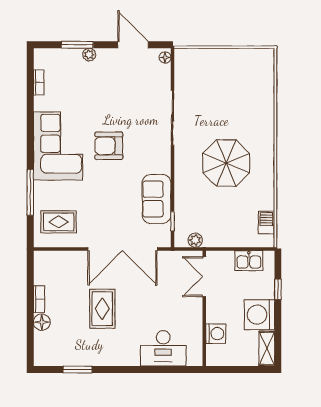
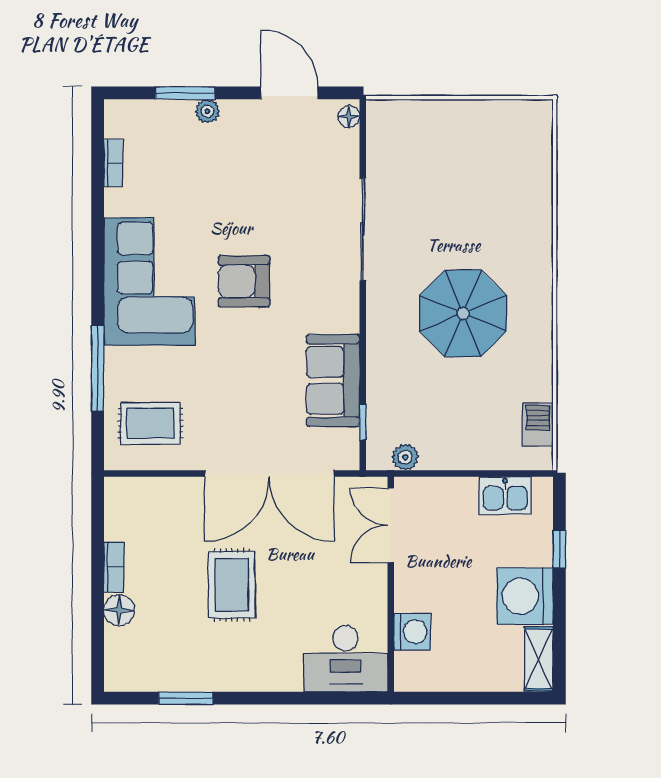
double door: (204, 277) -> (391, 525), moved
wall: (204, 308) -> (391, 584), moved
washing machine: (216, 334) -> (412, 632), moved

